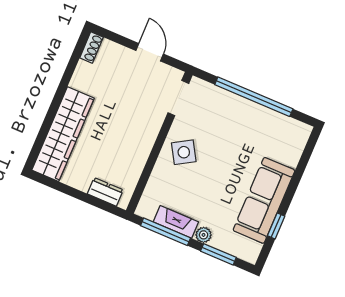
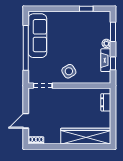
door: (150, 52) -> (26, 121), moved
sofa: (264, 200) -> (37, 36), moved, turned -90
window: (166, 232) -> (113, 63), width x0.46

